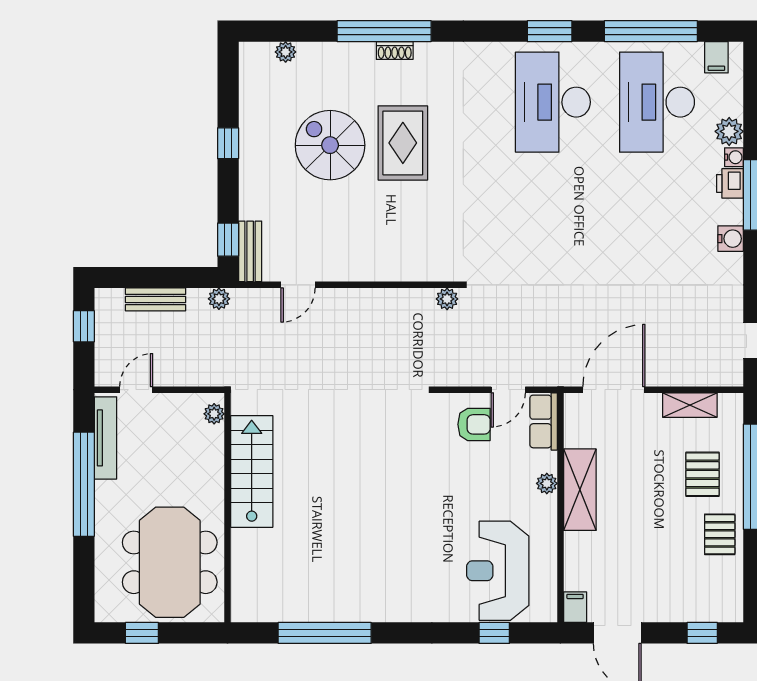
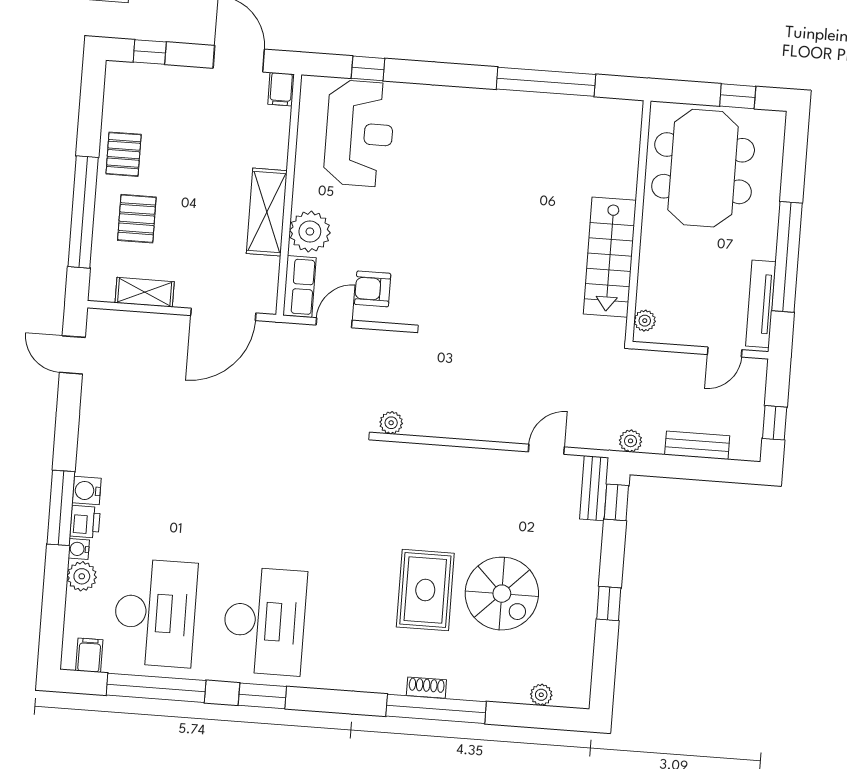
water cooler: (731, 239) -> (87, 491), moved
plant: (547, 483) -> (310, 232), width x1.88, depth x1.88

